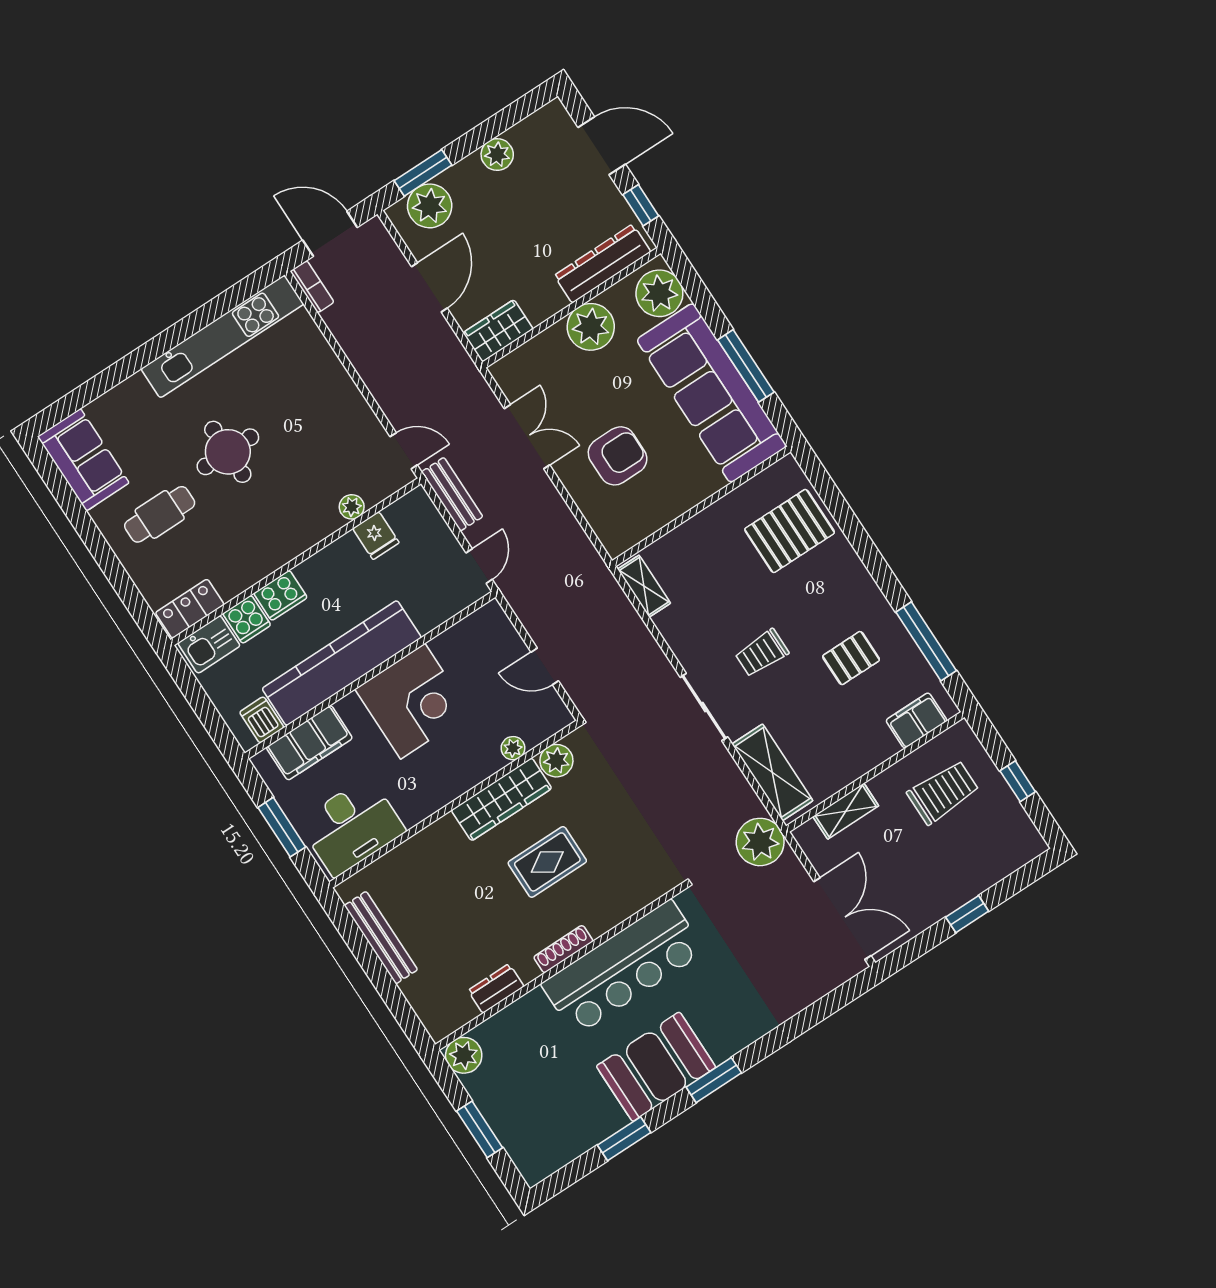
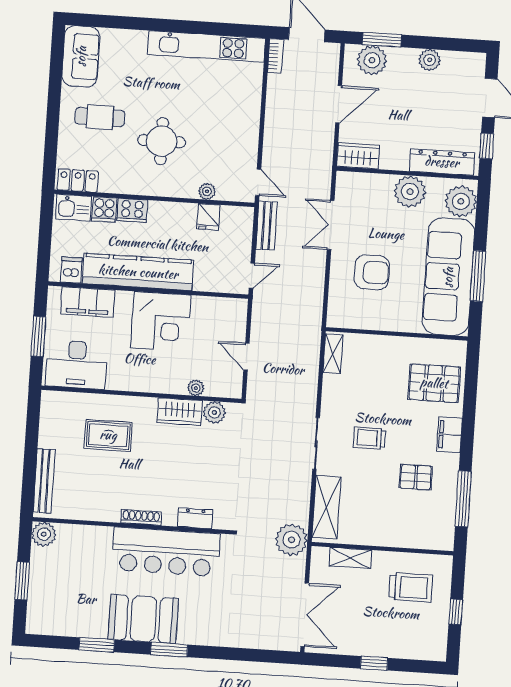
double door: (527, 437) -> (331, 225), swing flipped
round table: (228, 452) -> (162, 141), moved
filing cabinet: (916, 721) -> (449, 435), moved, turned -90
wardrobe: (501, 799) -> (180, 412), width x0.67
rug: (547, 862) -> (108, 435), moved
bench: (381, 938) -> (44, 481), moved
dresser: (496, 989) -> (195, 518), moved

